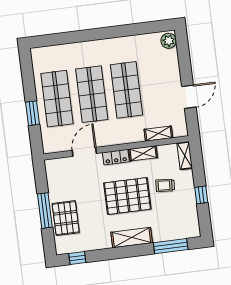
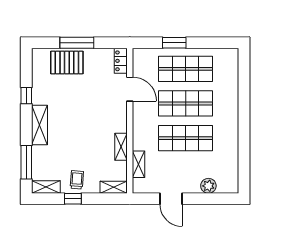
plant: (169, 41) -> (208, 186), moved
locker: (116, 157) -> (121, 61), moved
trolley: (165, 185) -> (77, 180), moved
pallet: (127, 196) -> (81, 126), removed
shelving: (193, 223) -> (46, 187), added
window: (77, 258) -> (26, 96), moved

